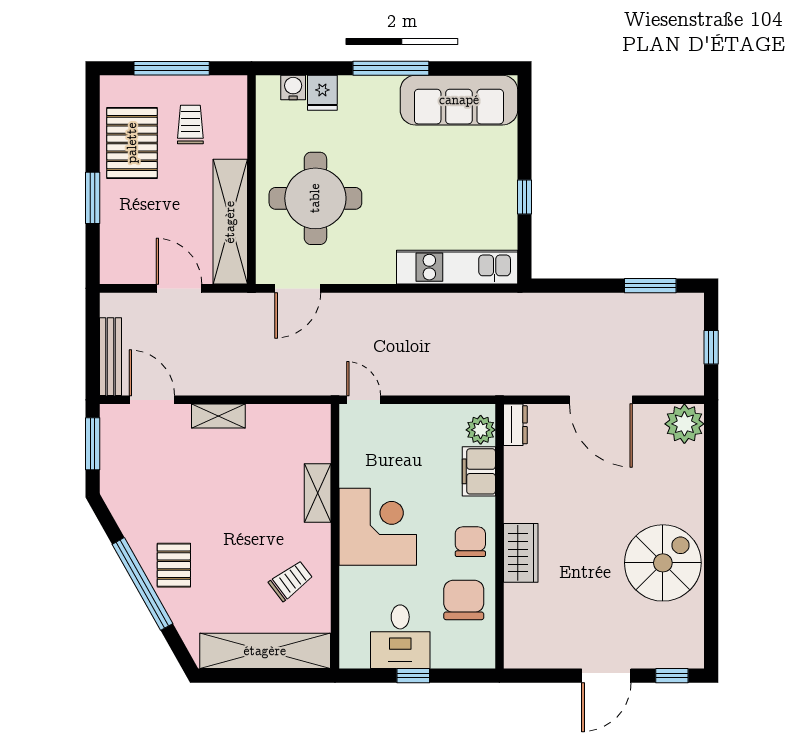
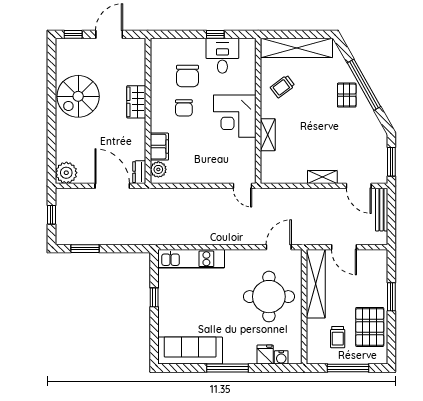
dresser: (515, 425) -> (139, 172), moved
plant: (481, 430) -> (158, 169), moved
filing cabinet: (479, 471) -> (159, 147), moved
wall: (499, 536) -> (148, 111), moved
wardrobe: (521, 553) -> (136, 102), moved

